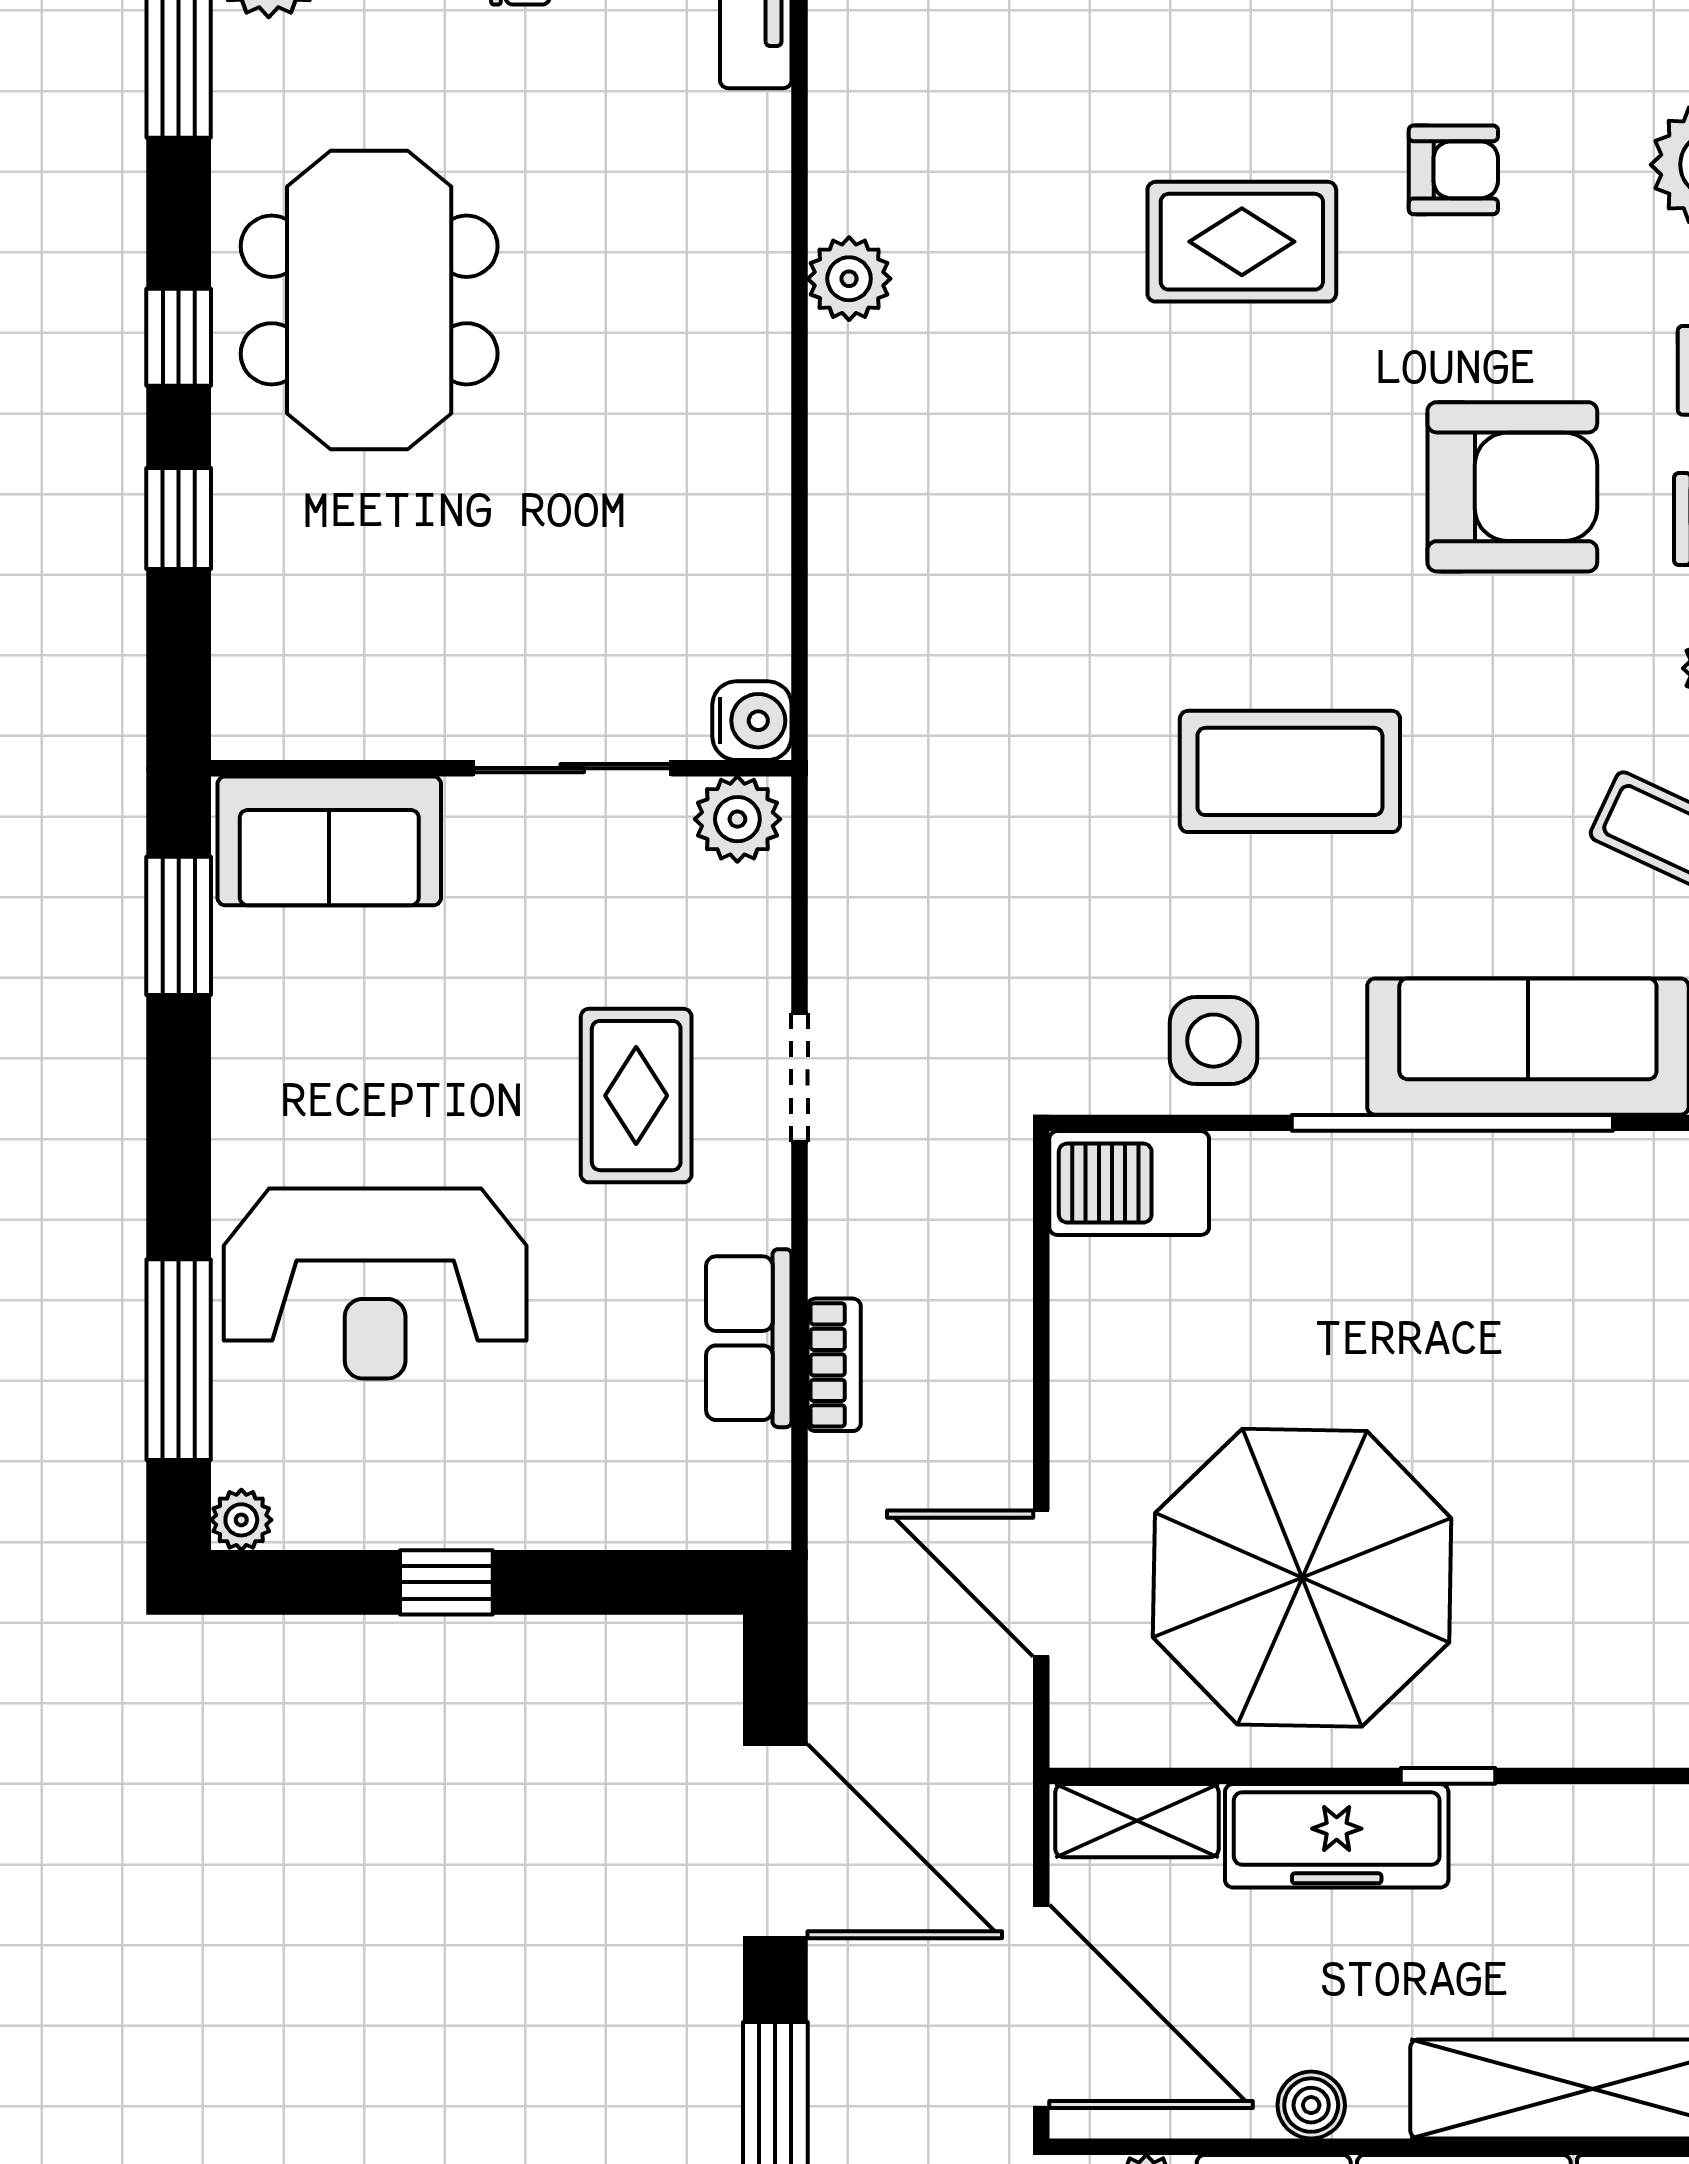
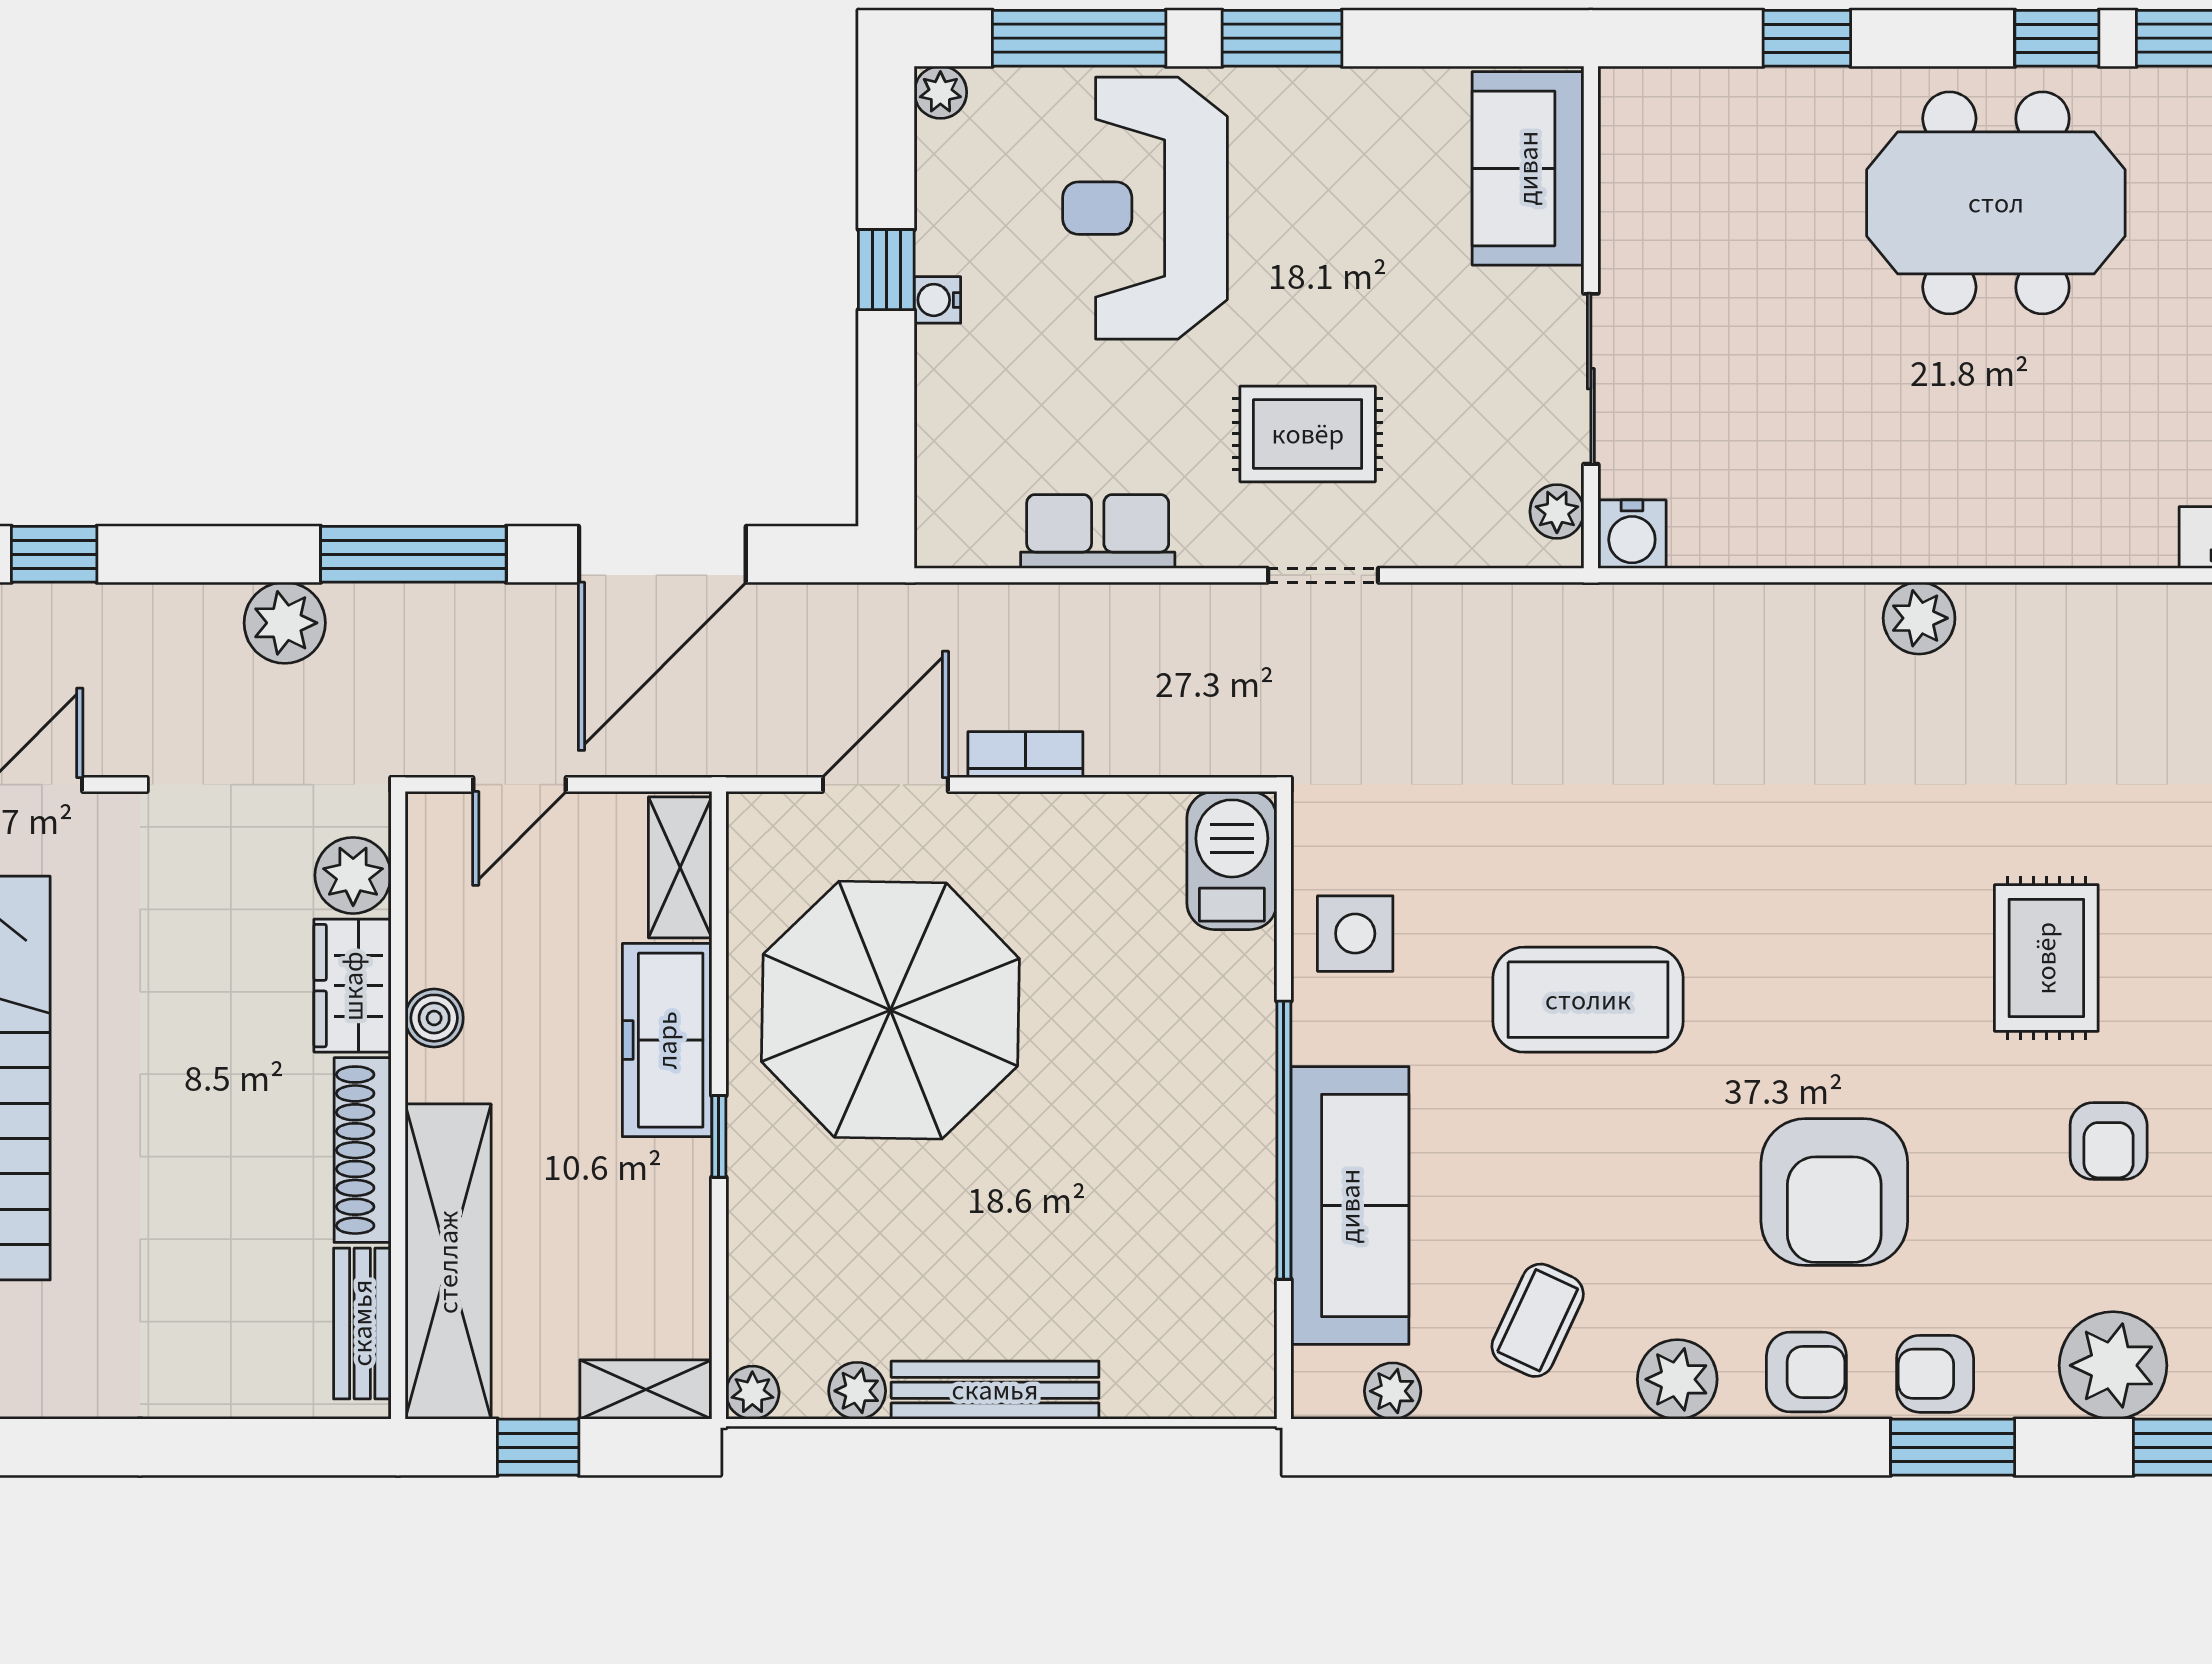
plant: (849, 279) -> (1919, 618), moved
window: (179, 337) -> (2057, 38), moved
coffee table: (1290, 771) -> (1588, 1000), turned 90
plant: (737, 819) -> (1557, 511), width x0.73, depth x0.73
window: (179, 926) -> (1282, 38), moved
bookcase: (834, 1365) -> (1025, 755), moved, turned 180
water cooler: (481, 1523) -> (937, 300), added
door: (1041, 2006) -> (520, 785), width x0.53

